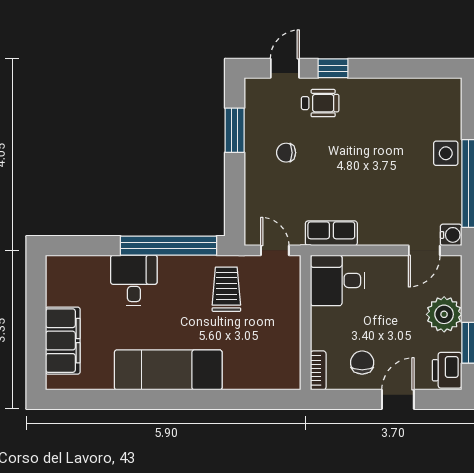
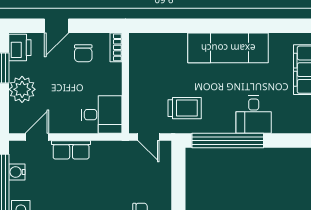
row of seats: (331, 233) -> (71, 150), moved
water cooler: (451, 235) -> (17, 172), moved
trolley: (226, 289) -> (185, 108), turned -90

